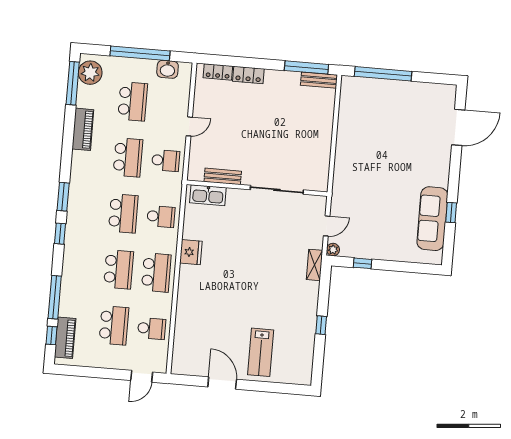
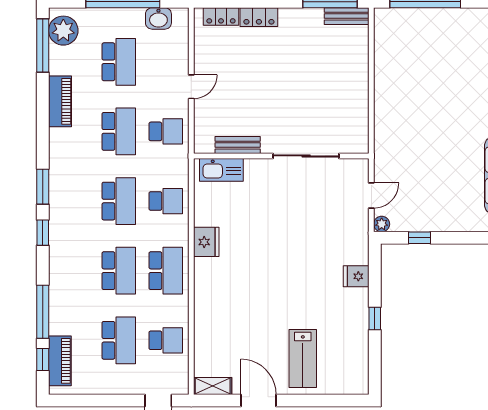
shelving: (315, 265) -> (213, 386), moved, turned 90
fridge: (309, 290) -> (356, 276), added

